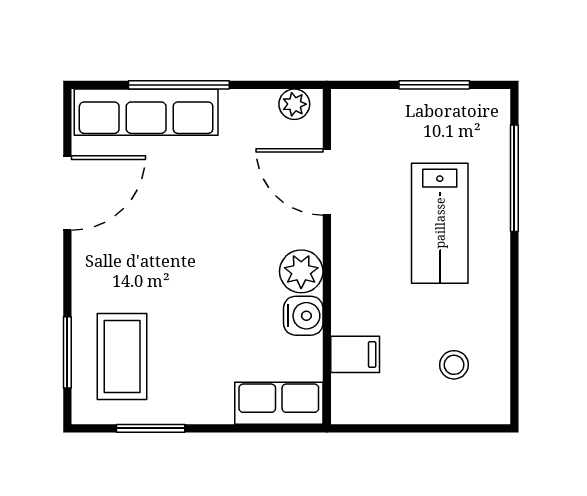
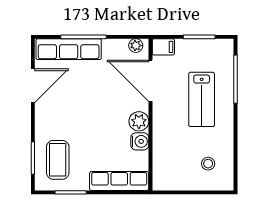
door: (327, 182) -> (150, 81), width x1.36
filing cabinet: (355, 354) -> (163, 47), moved
row of seats: (279, 403) -> (119, 181), width x1.48

